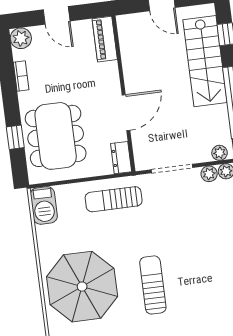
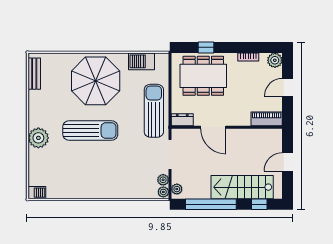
sun lounger: (114, 199) -> (154, 111), width x1.36, depth x1.34
barbecue: (44, 205) -> (142, 61), moved
sun lounger: (153, 285) -> (90, 131), width x1.36, depth x1.34

